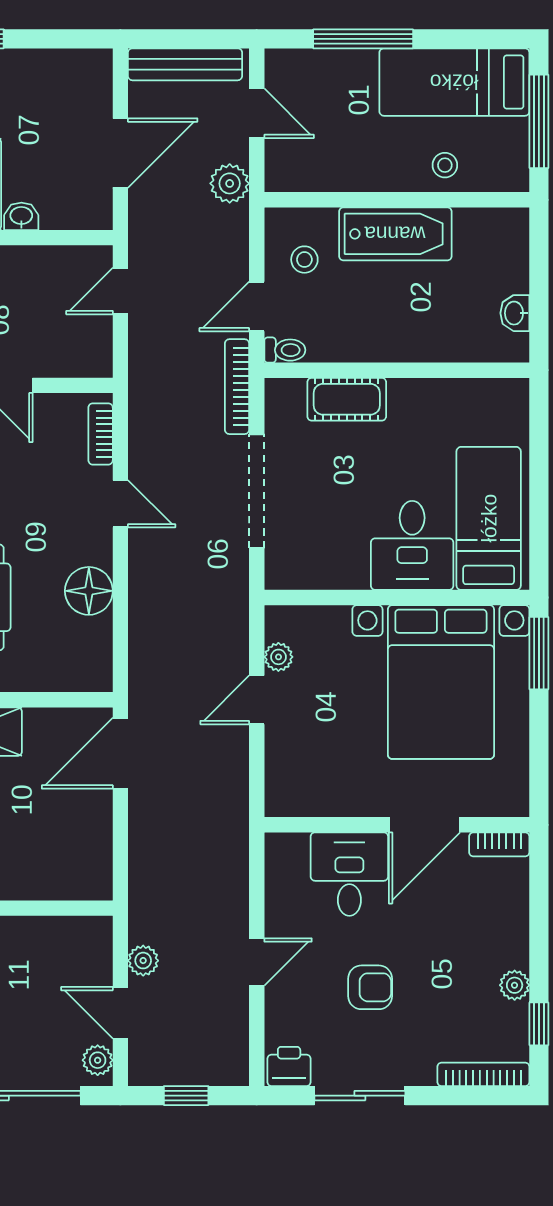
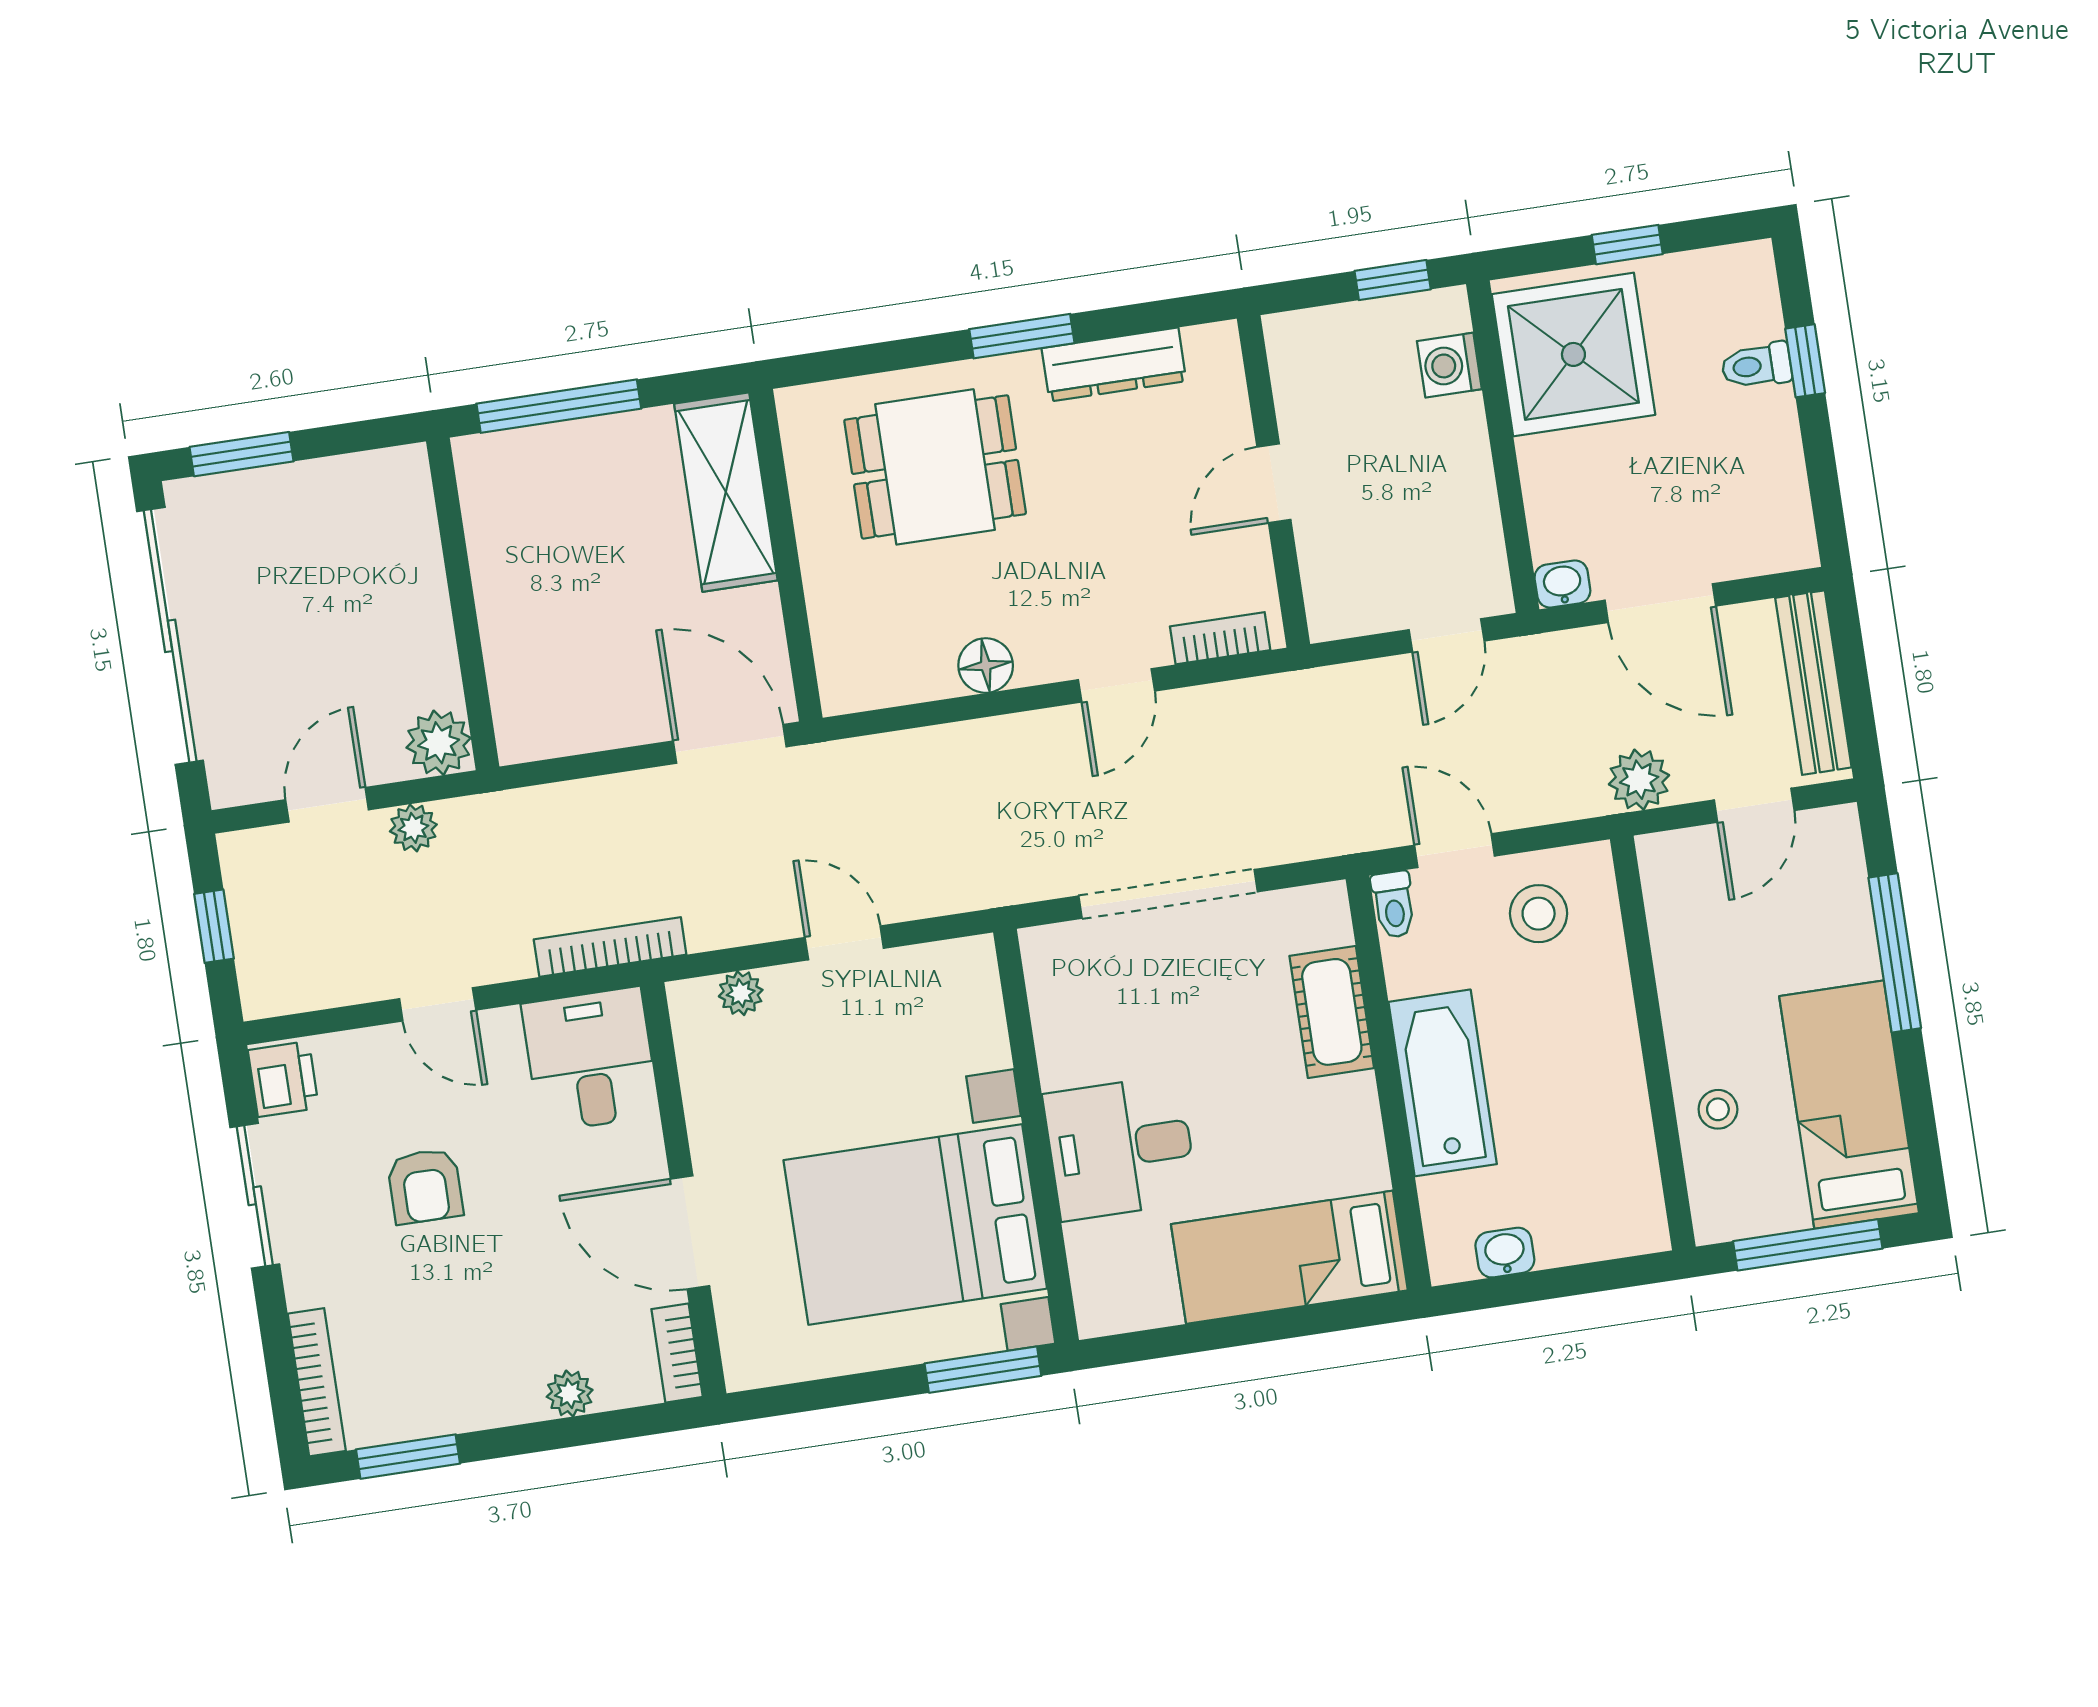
washbasin: (21, 216) -> (1562, 584), moved, turned -90
bathtub: (395, 234) -> (1443, 1083), moved, turned 180
stool: (304, 260) -> (1539, 914), width x1.37, depth x1.37
door: (120, 291) -> (1447, 635), swing flipped
bookcase: (237, 387) -> (610, 947), moved
bed: (489, 518) -> (1289, 1257), moved, turned 180
floor lamp: (89, 591) -> (986, 666), width x0.73, depth x0.73
plant: (278, 657) -> (741, 993), moved
desk: (349, 874) -> (590, 1060), moved, turned -90
plant: (515, 985) -> (570, 1393), moved
window: (539, 1024) -> (408, 1457), width x1.50
plant: (98, 1060) -> (439, 743), moved, width x1.38, depth x1.38

